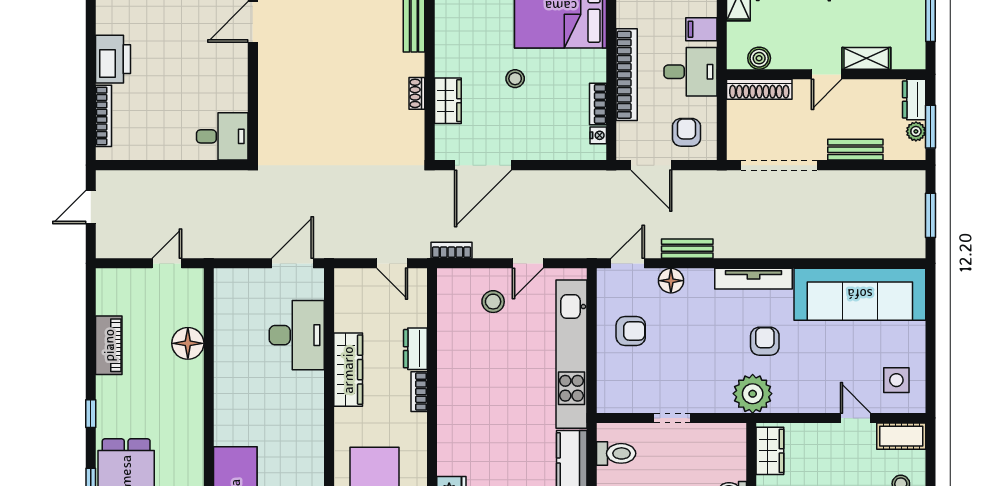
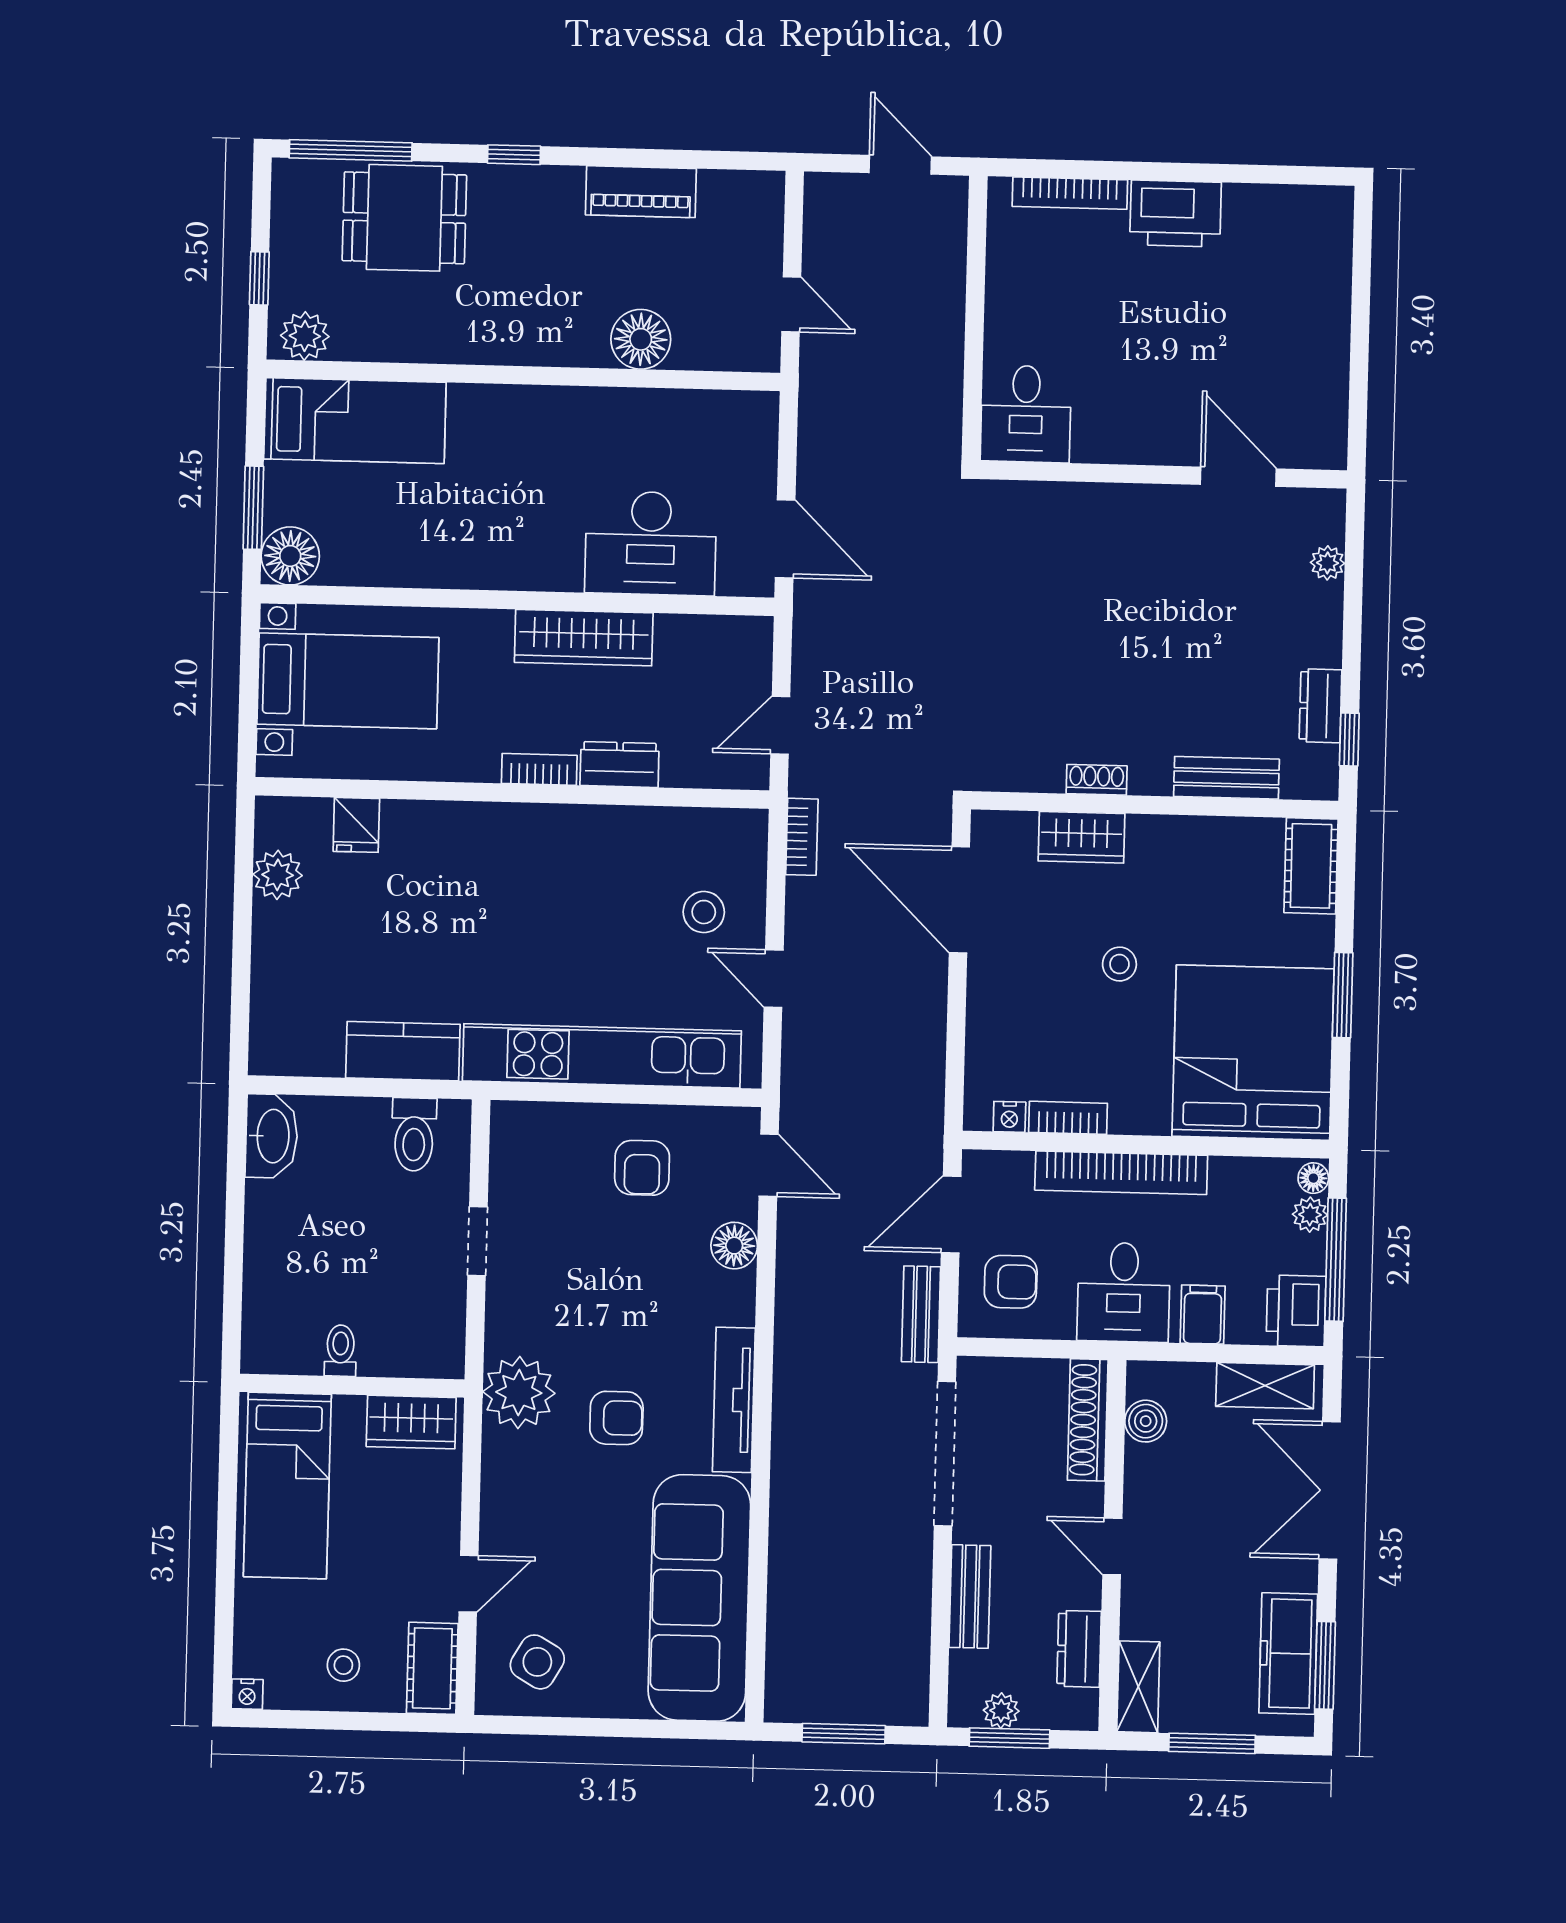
shelving: (866, 58) -> (1138, 1687), moved
dresser: (914, 99) -> (1079, 1649), moved, turned -90
bench: (687, 249) -> (921, 1314), moved
side table: (896, 380) -> (537, 1662), turned 30

